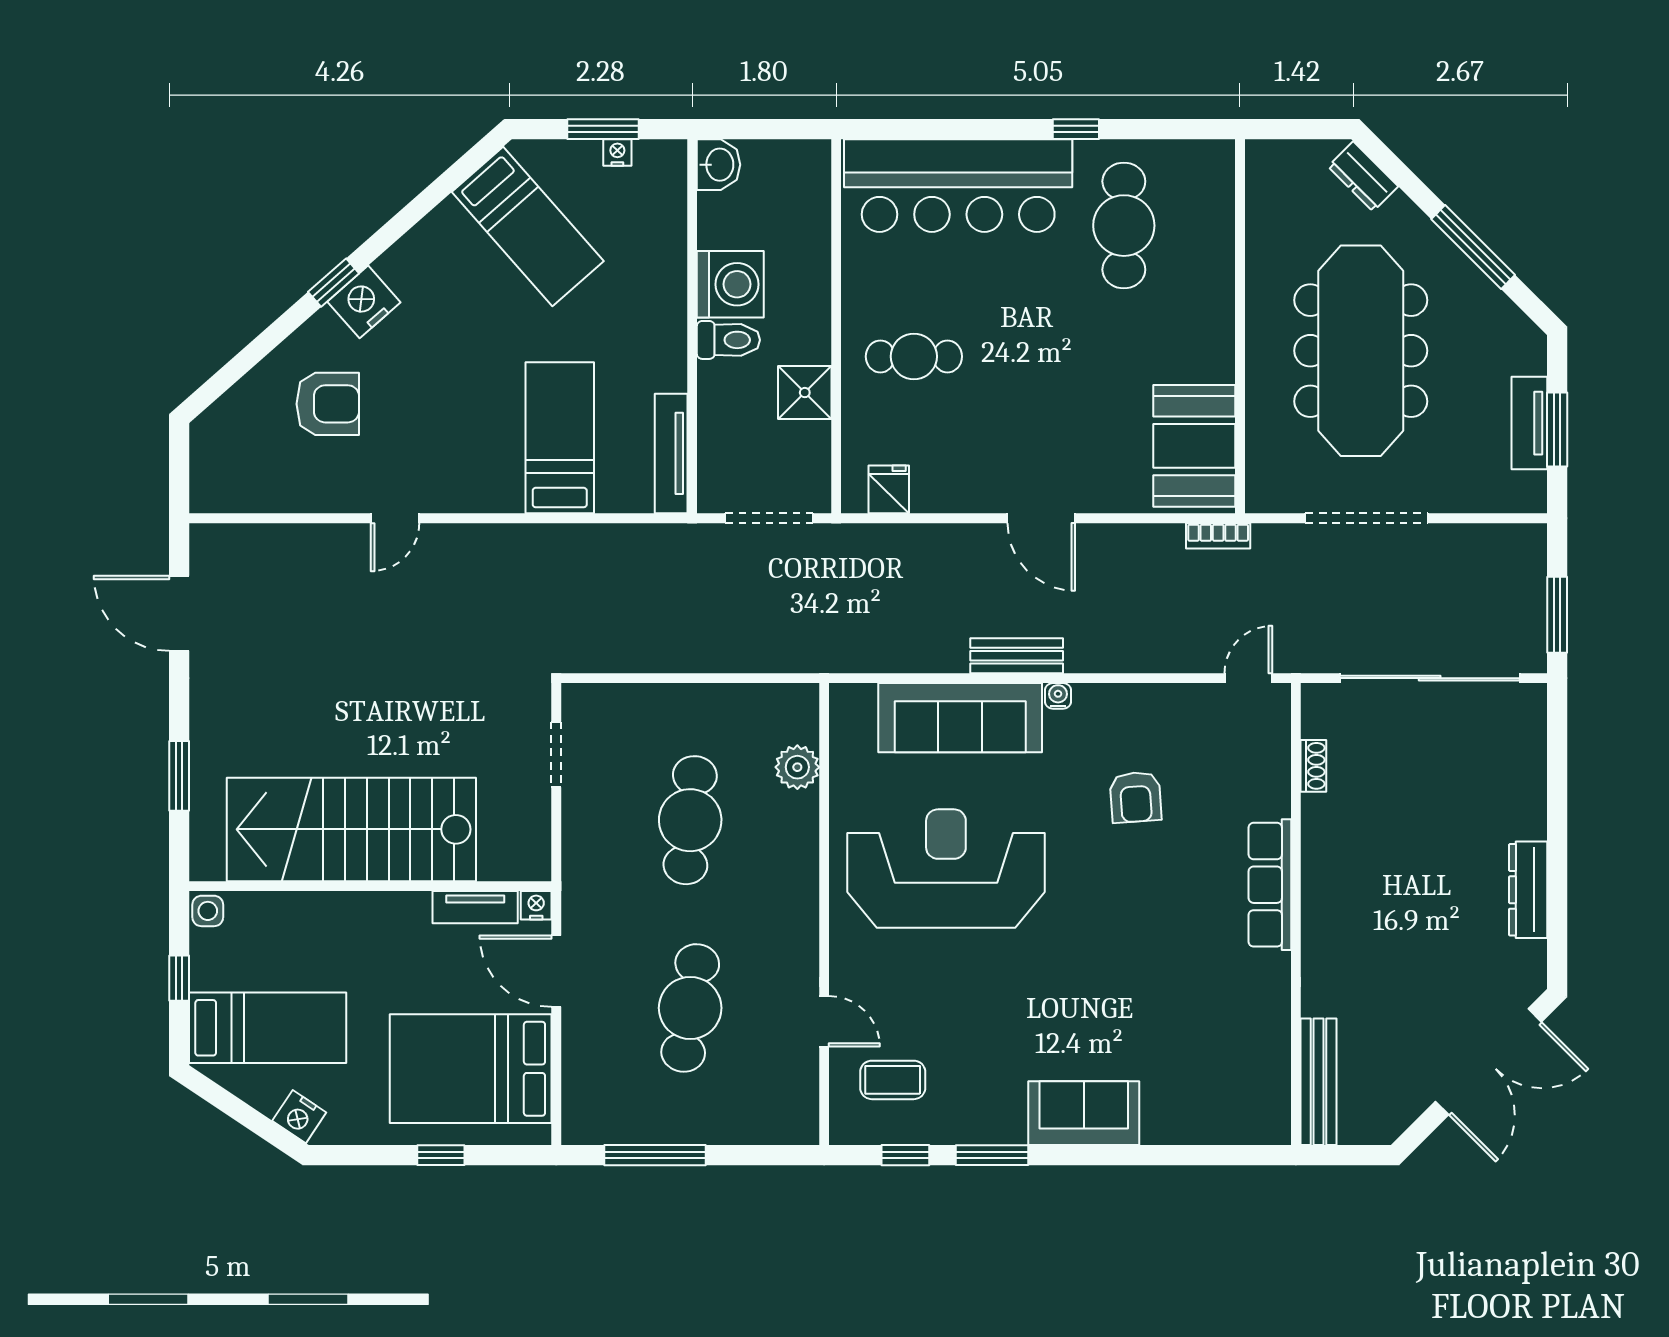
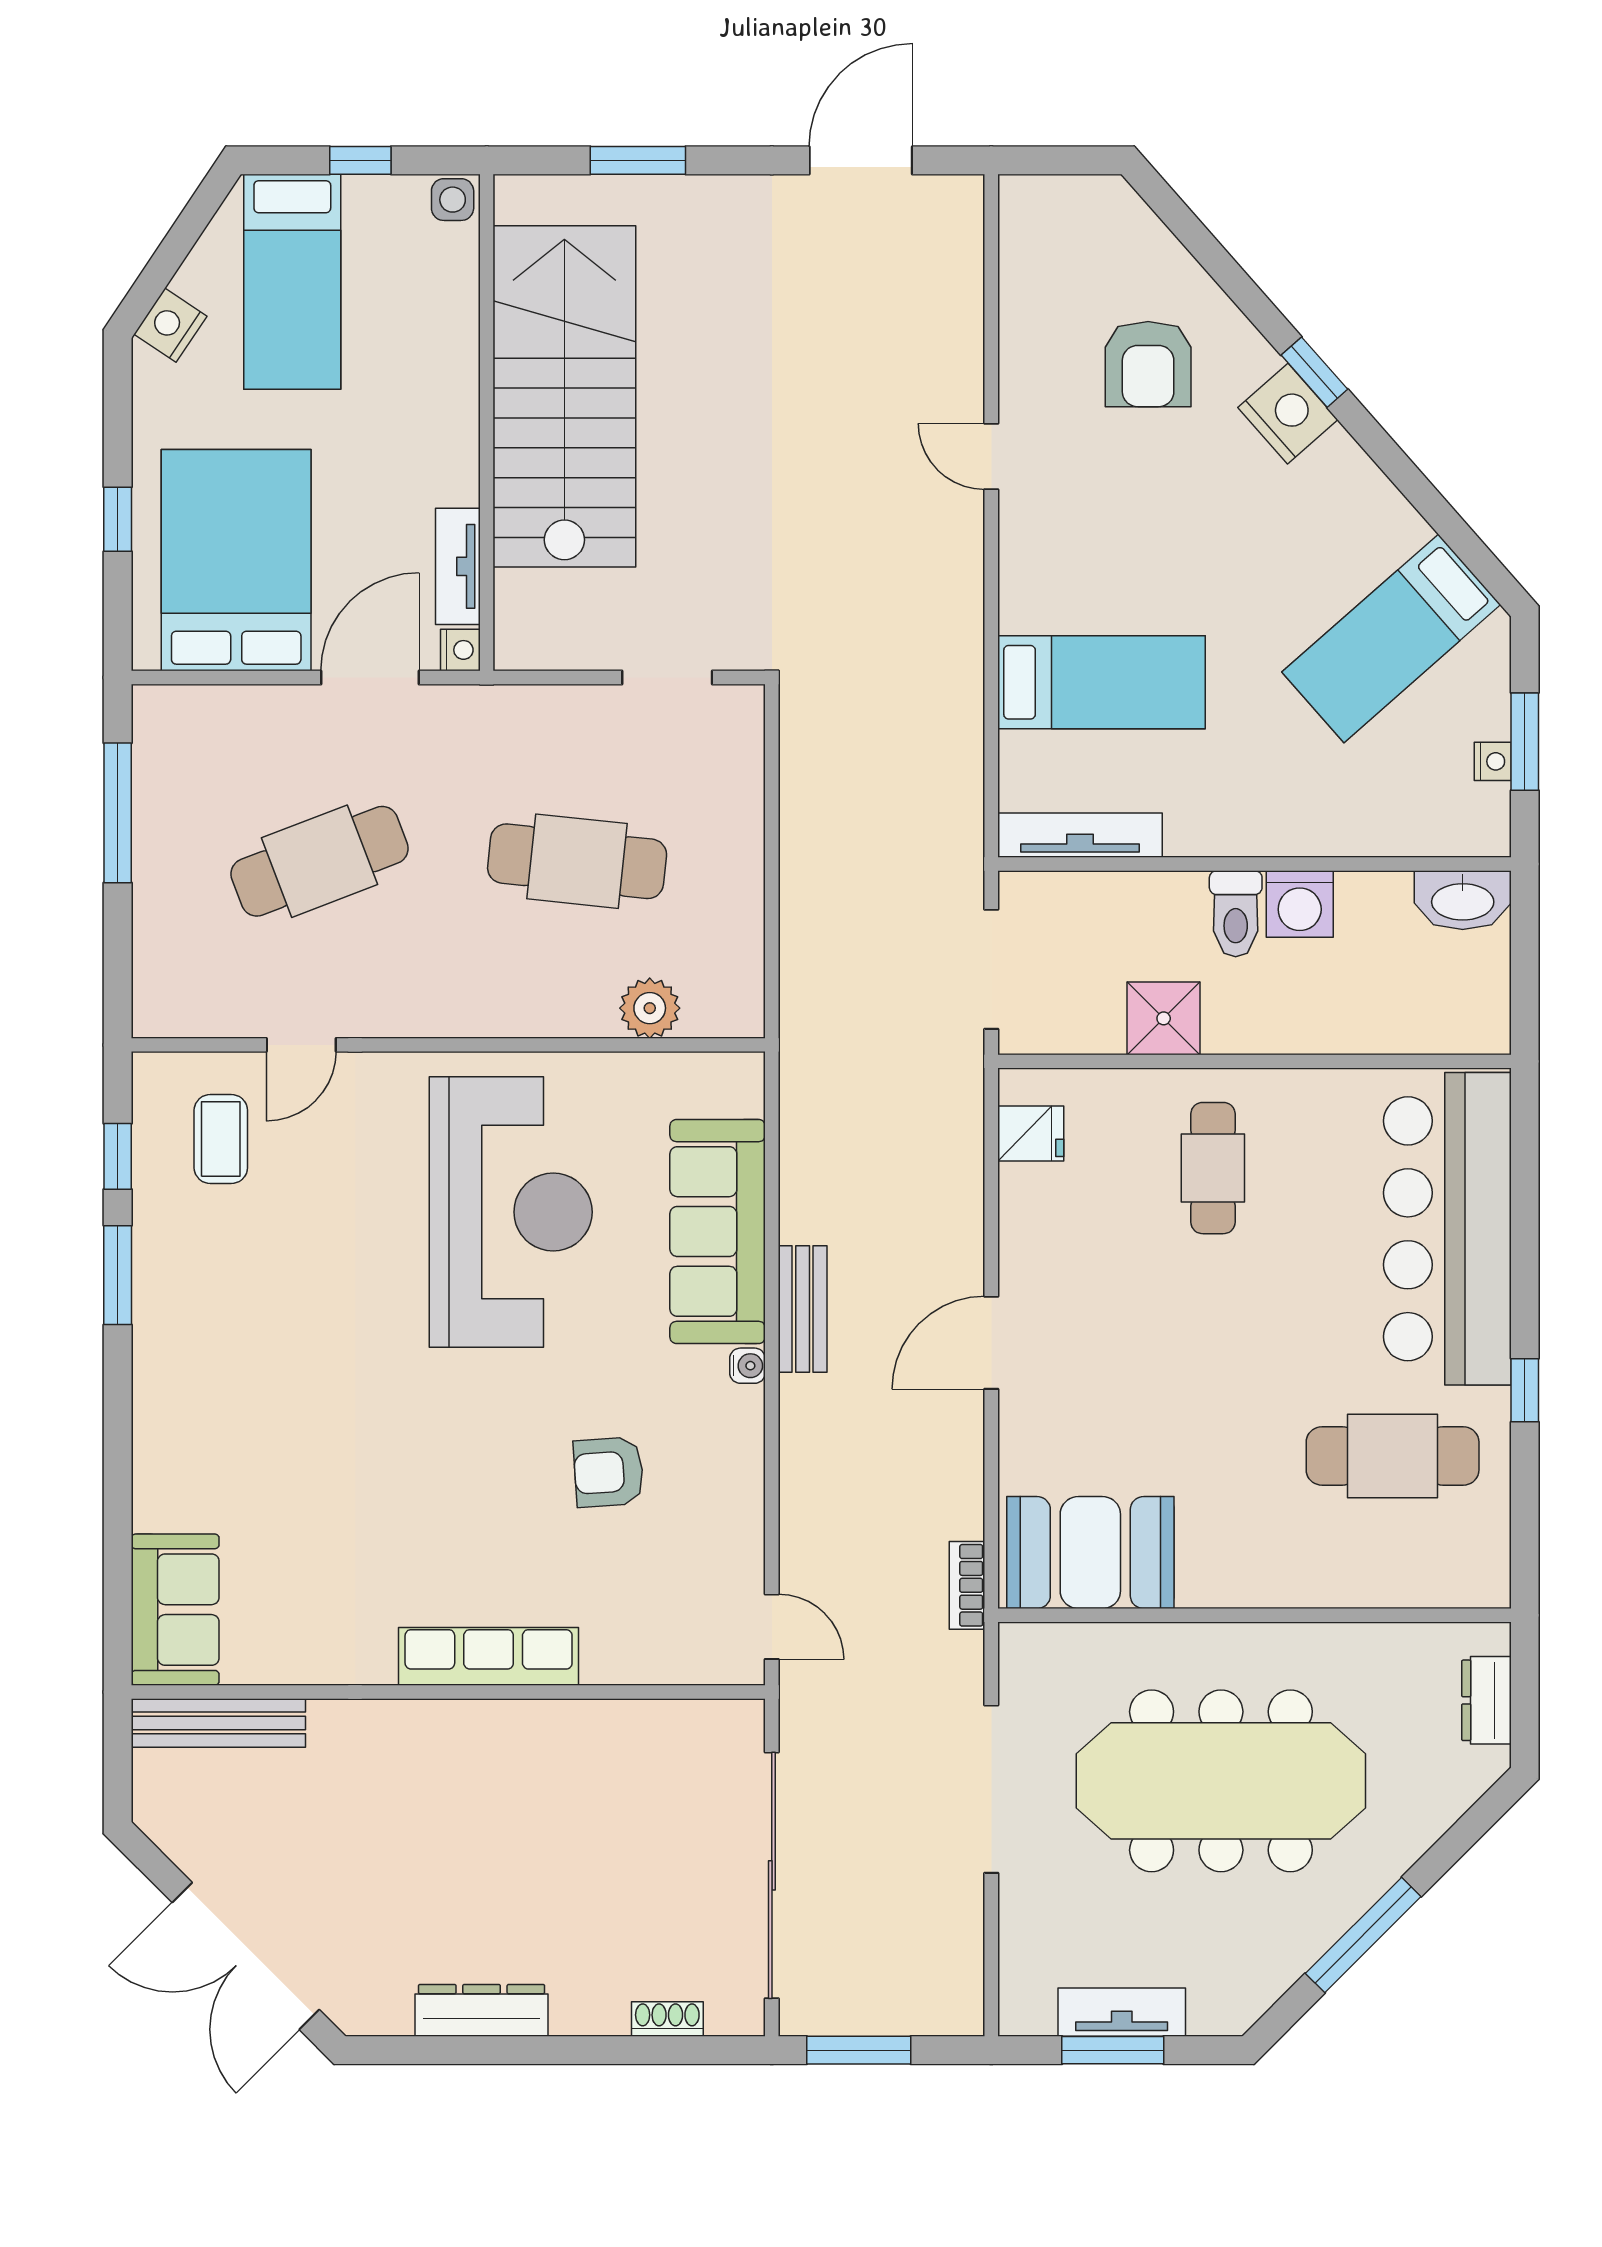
washbasin: (719, 165) -> (1463, 900), width x1.38
dresser: (1363, 176) -> (1486, 1700), moved, turned -45
washing machine: (730, 284) -> (1300, 904), width x0.73, depth x0.73
shoe rack: (1313, 766) -> (667, 2019), moved, turned 180
cafe table: (690, 1008) -> (319, 861), turned -30
sofa: (1084, 1113) -> (175, 1610), moved

